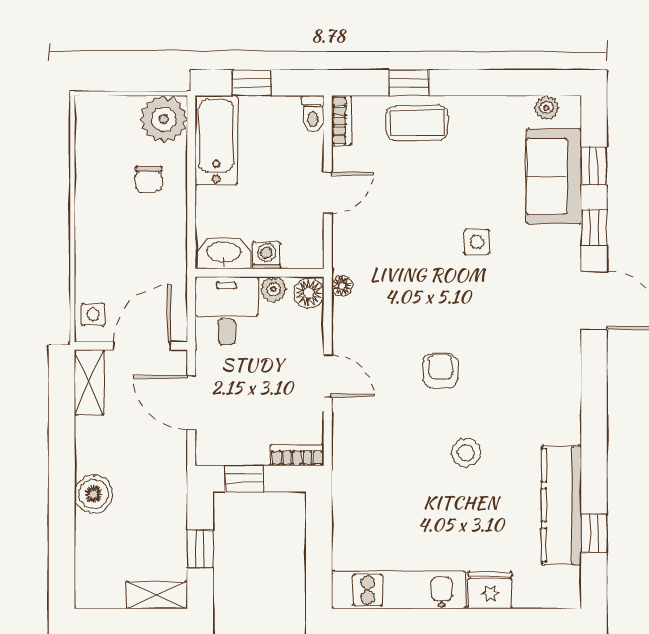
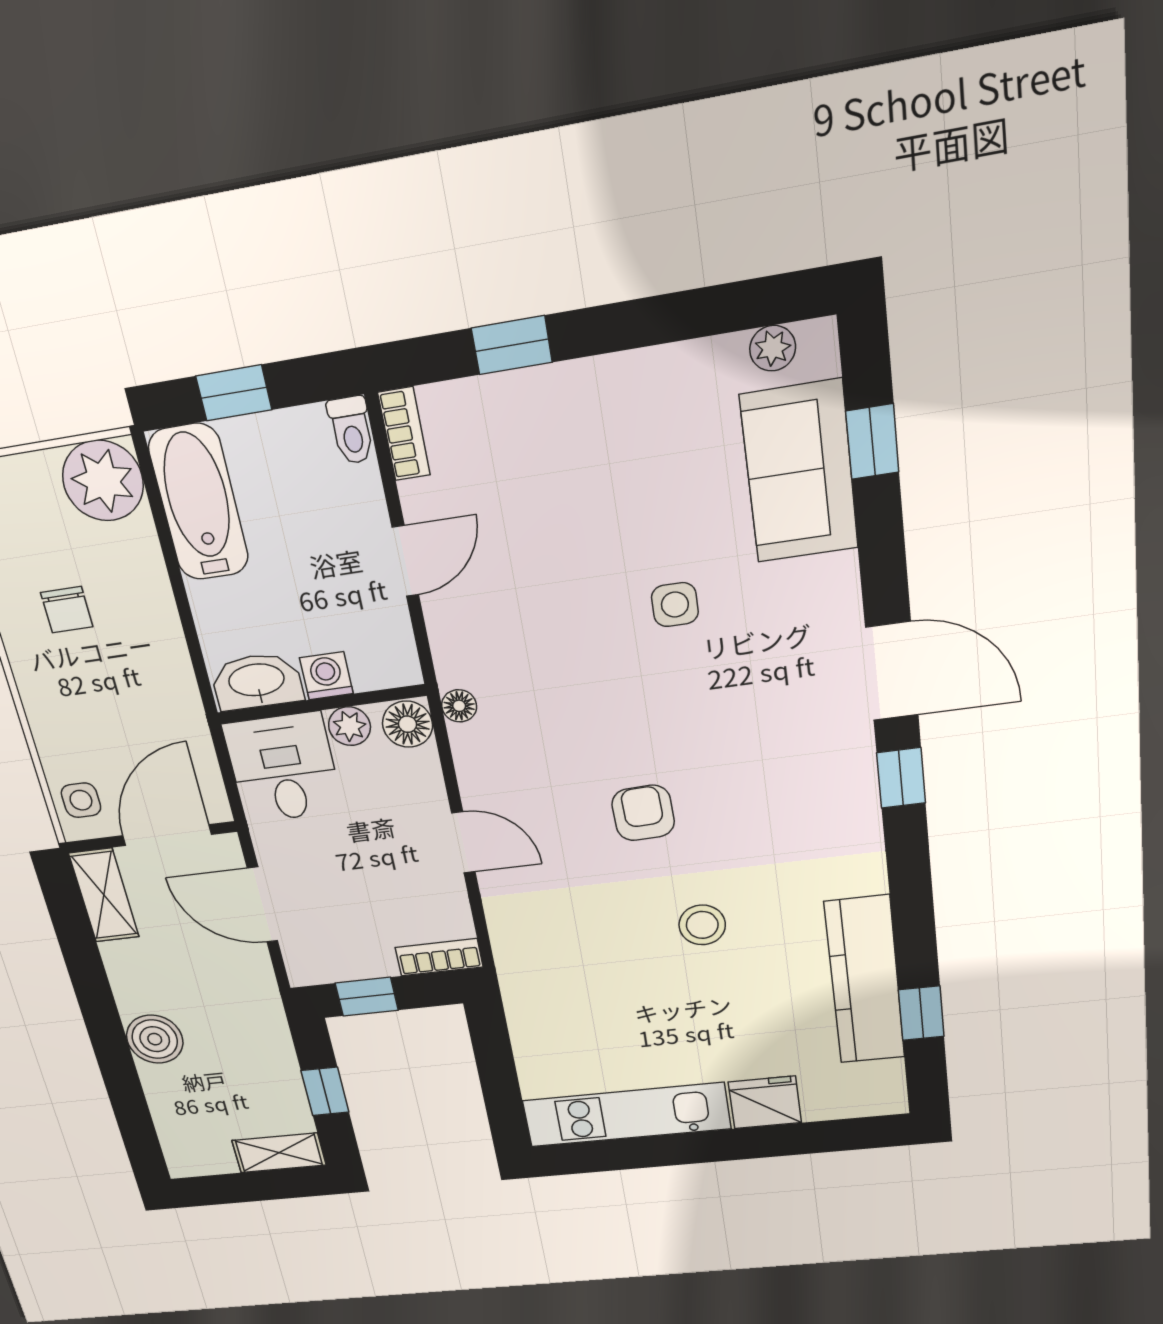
coffee table: (417, 123) -> (538, 416), removed
chair: (149, 179) -> (67, 610), moved
window: (594, 227) -> (901, 778), moved

